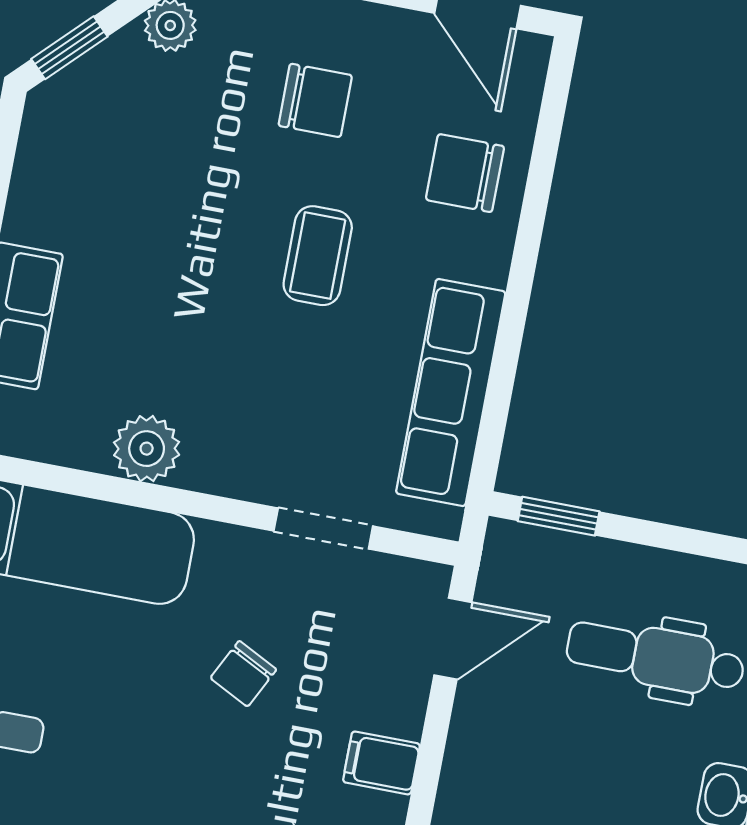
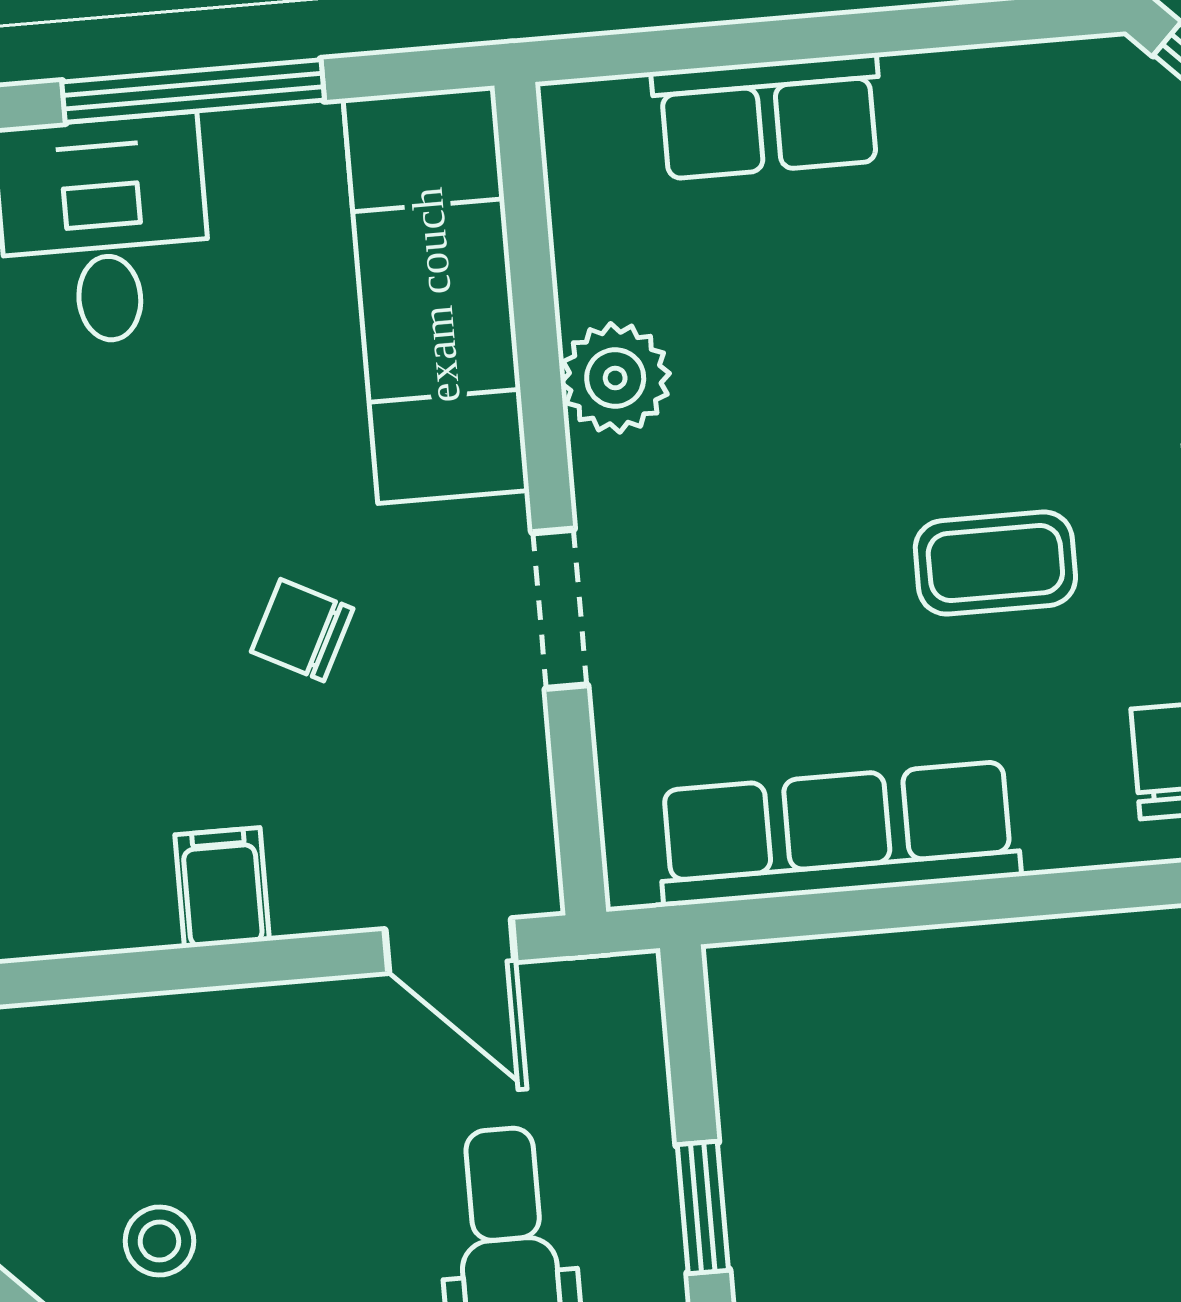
window: (559, 516) -> (703, 1207), moved
doorway: (323, 528) -> (560, 609), moved

